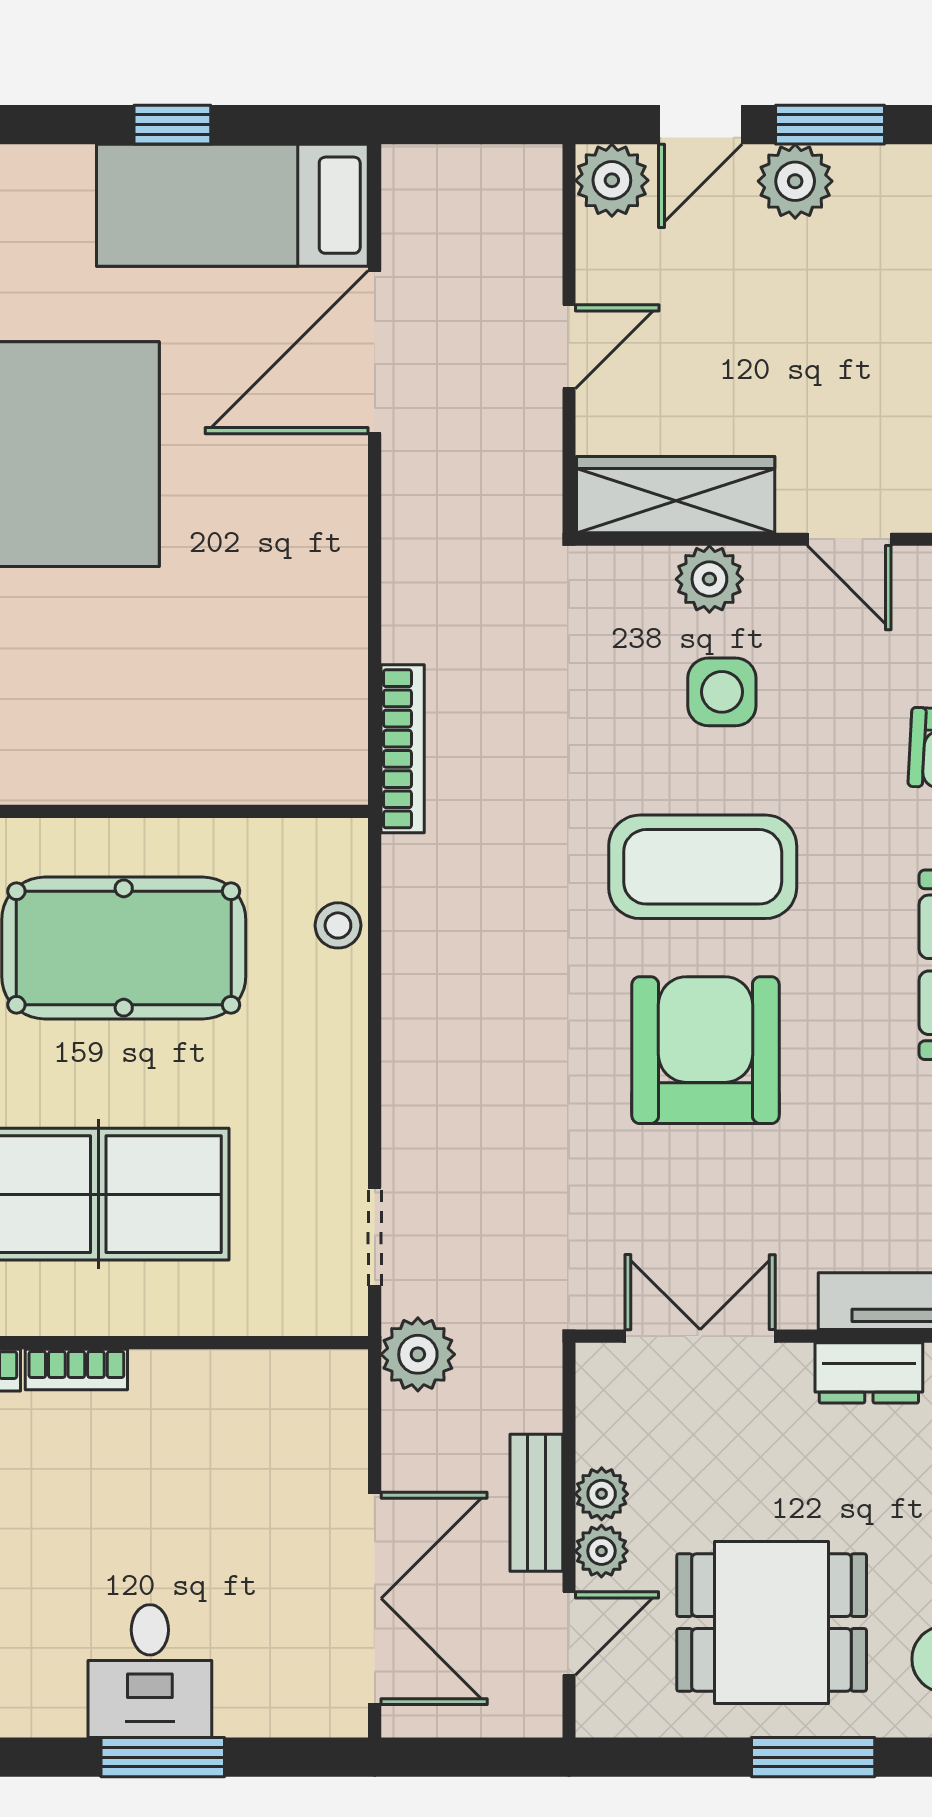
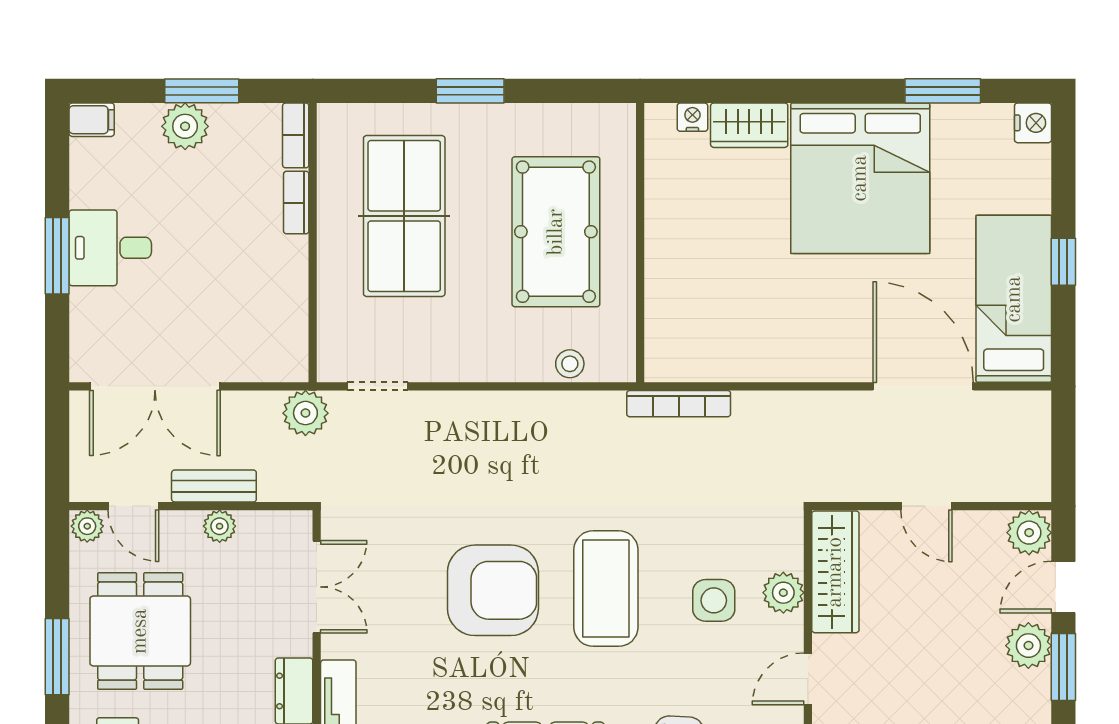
door: (700, 125) -> (1063, 587), hinge flipped
plant: (601, 1551) -> (87, 526), moved

